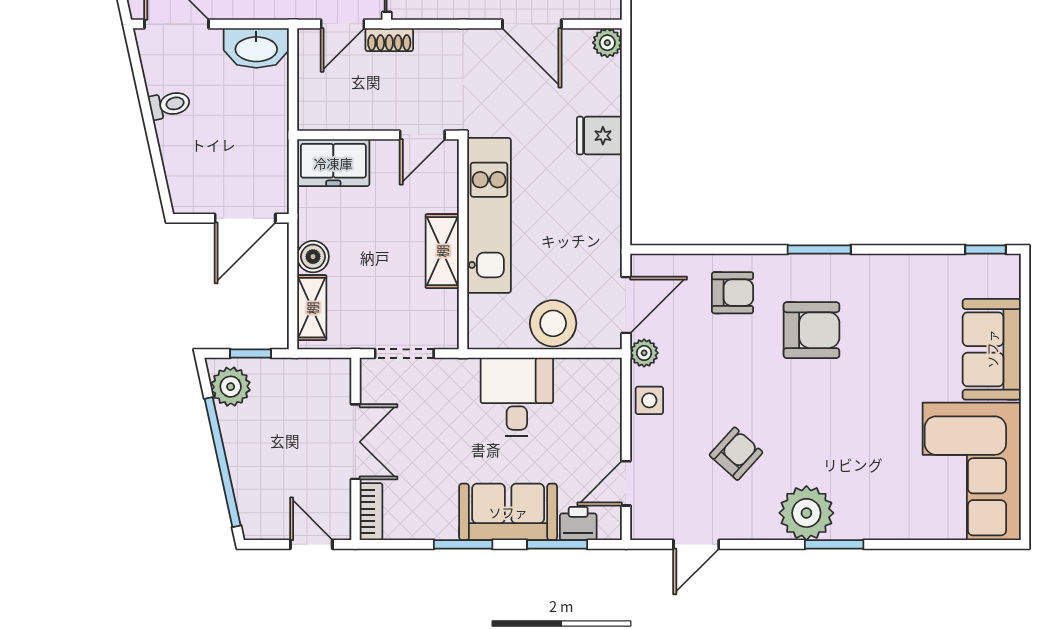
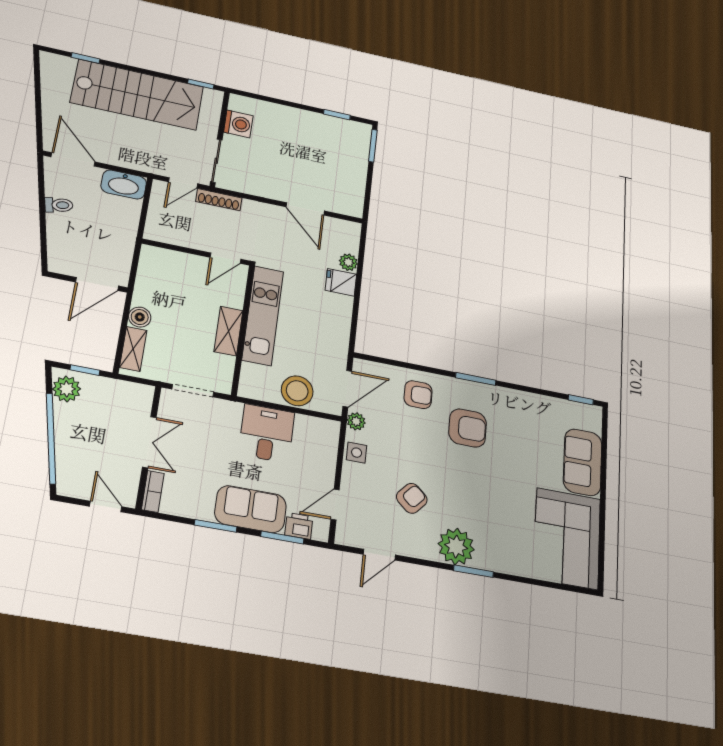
shoe rack: (389, 40) -> (219, 200), width x1.43
plant: (607, 43) -> (348, 262), moved
freezer: (333, 163) -> (163, 262), removed

